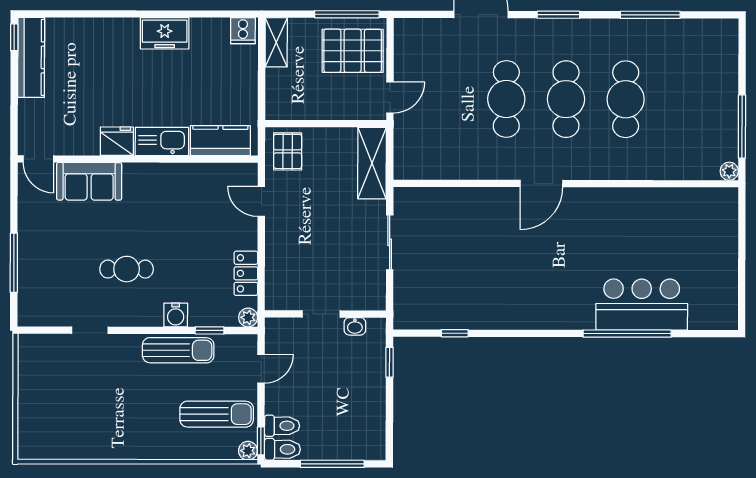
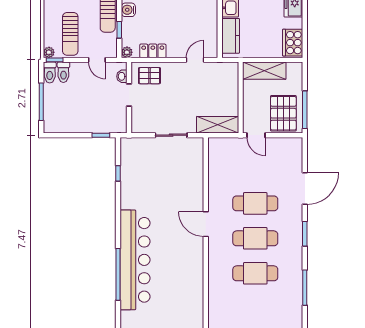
cooker: (243, 31) -> (293, 43), width x1.87, depth x1.31
shelving: (276, 42) -> (264, 71), moved, width x1.50, depth x1.33
pallet: (288, 151) -> (149, 76), moved
bar counter: (642, 305) -> (135, 260), width x1.86
washbasin: (355, 326) -> (122, 76), moved

